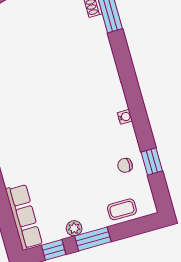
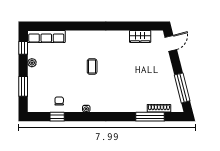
coffee table: (122, 209) -> (92, 67), moved
window: (93, 239) -> (23, 86), moved

